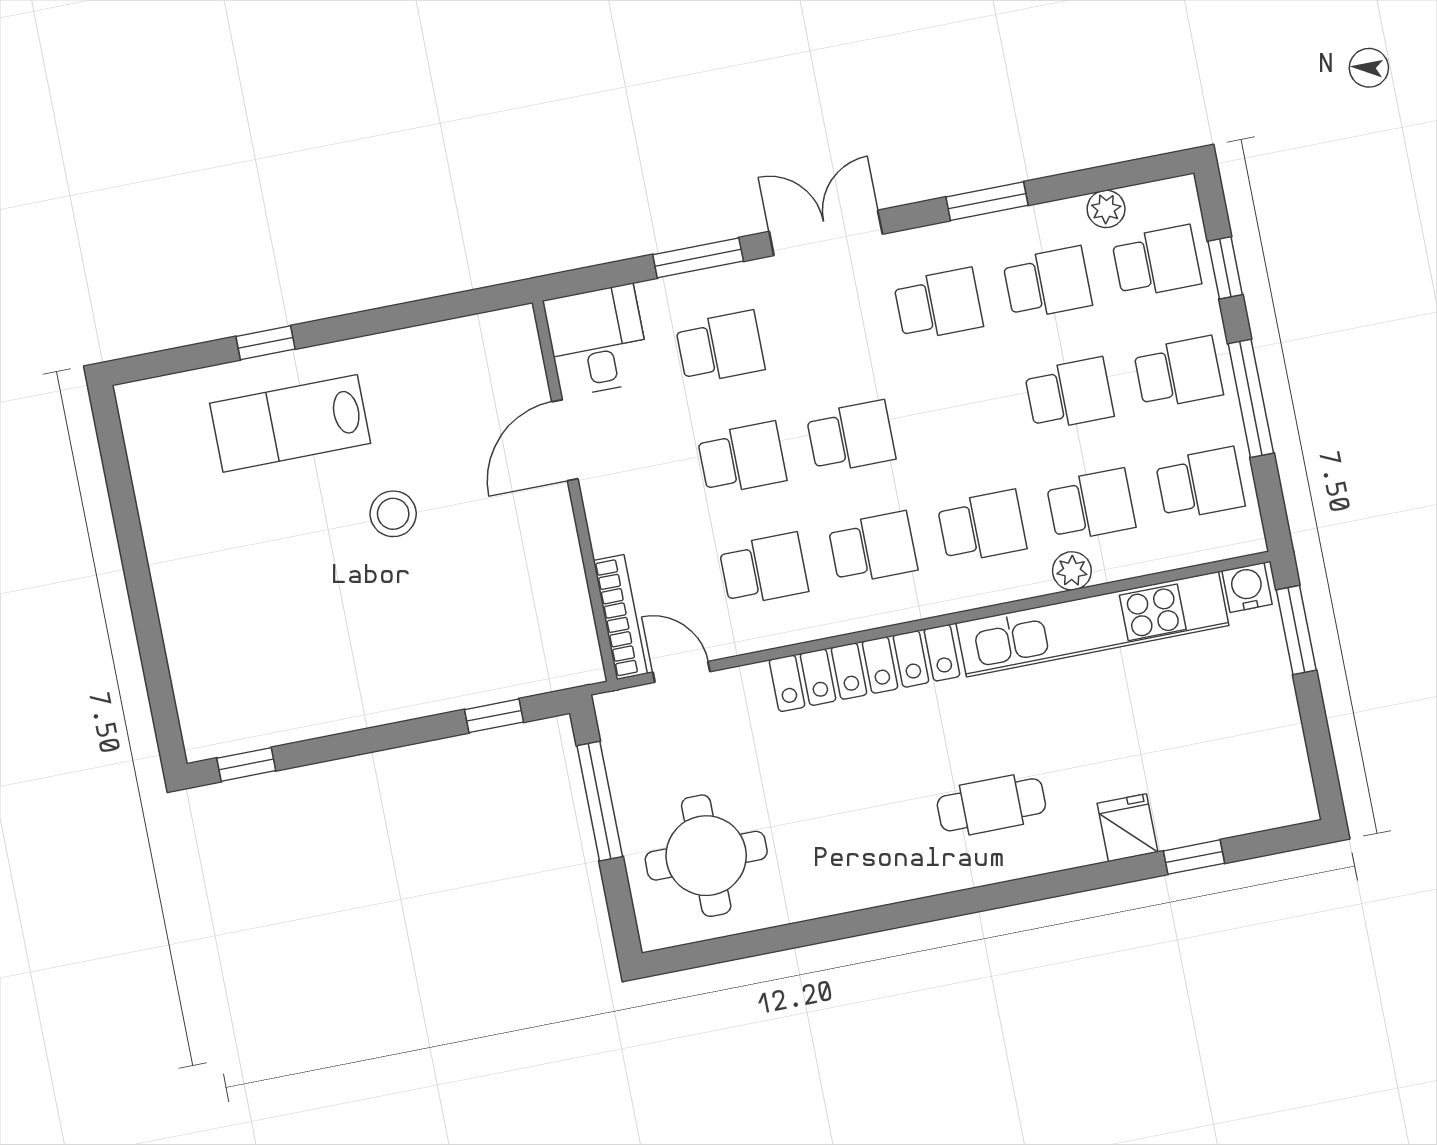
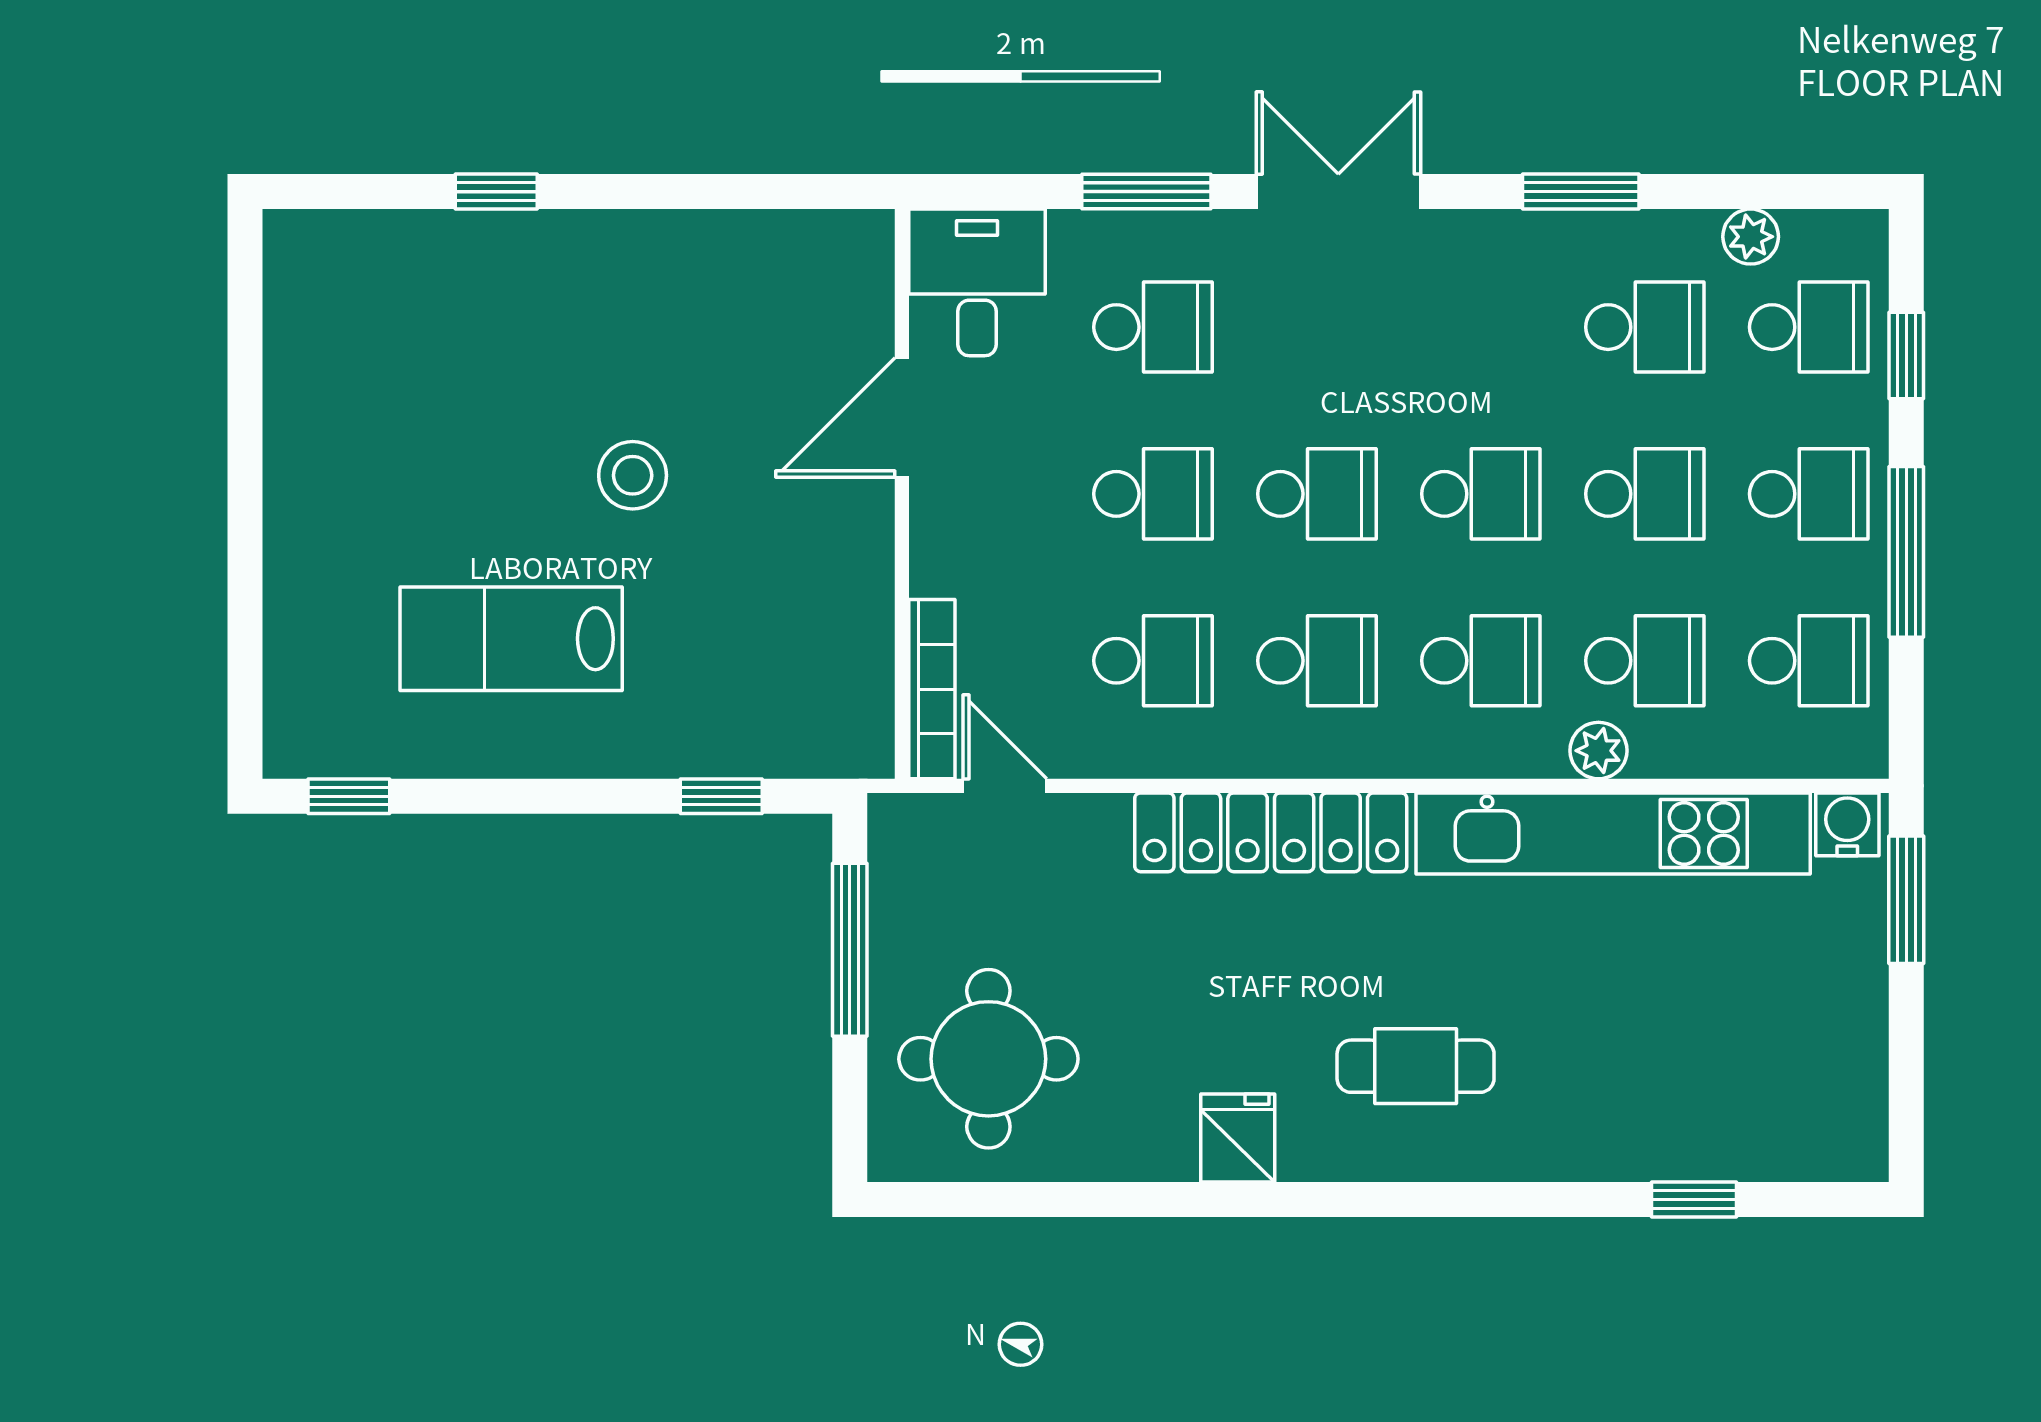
school desk: (938, 304) -> (1481, 494), moved
lab bench: (290, 423) -> (511, 639), moved
fridge: (1128, 828) -> (1238, 1138), moved

